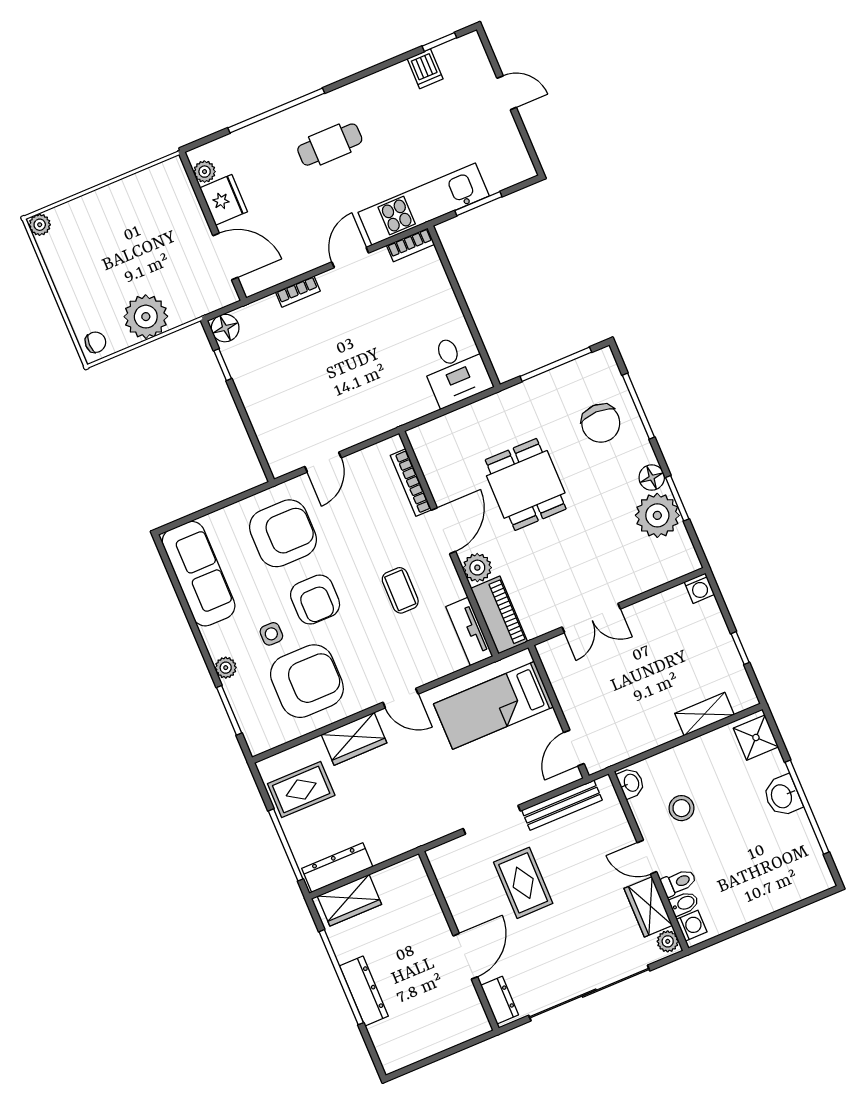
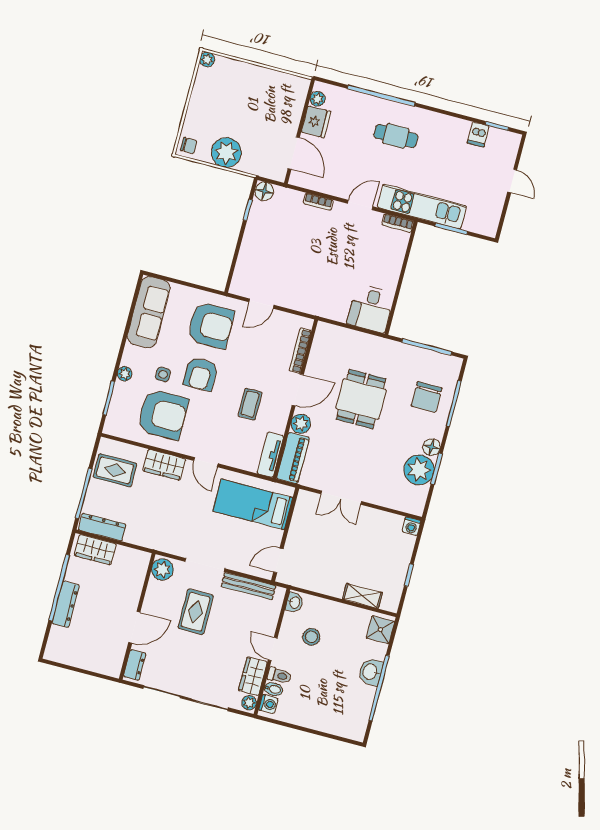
plant: (446, 863) -> (162, 569), added

